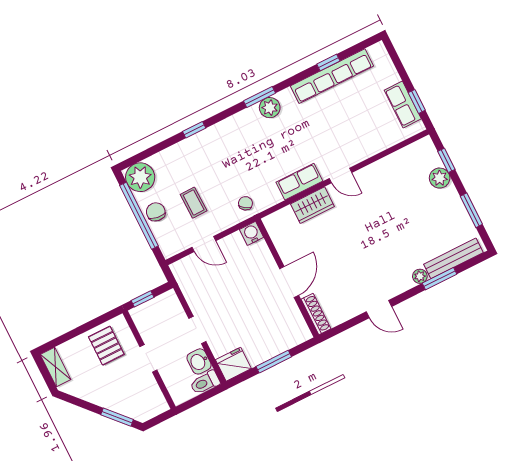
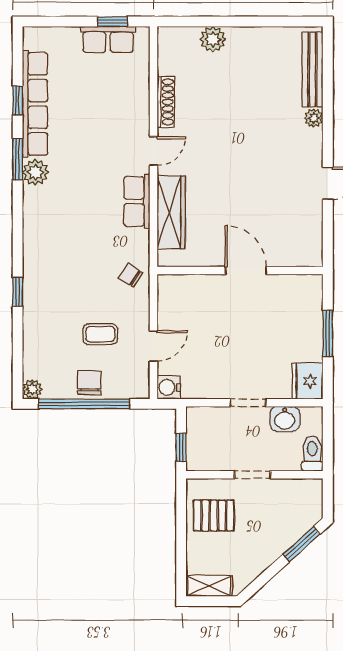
window: (259, 97) -> (18, 159), moved
plant: (270, 108) -> (35, 172), moved
window: (446, 160) -> (197, 22), removed
plant: (140, 177) -> (32, 389), width x0.53, depth x0.53
wardrobe: (312, 205) -> (171, 212), width x1.50
window: (471, 210) -> (268, 22), removed
chair: (156, 212) -> (89, 383), turned 82
water cooler: (252, 233) -> (169, 387), moved
window: (440, 279) -> (328, 97), removed
shoe rack: (316, 314) -> (166, 102), moved, turned 90
toilet: (205, 382) -> (312, 454), moved, turned 180

